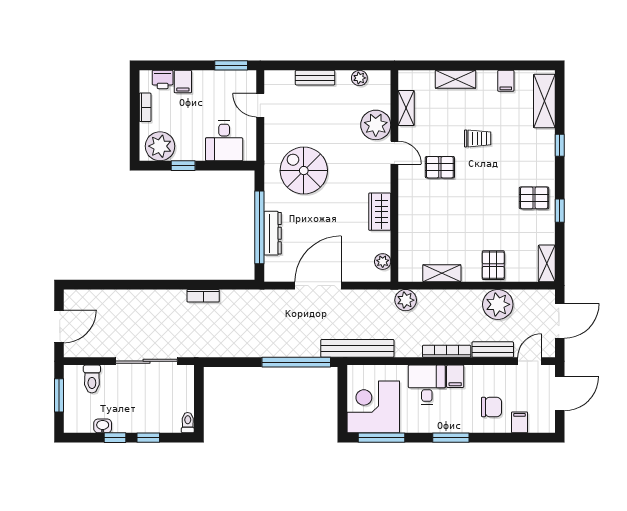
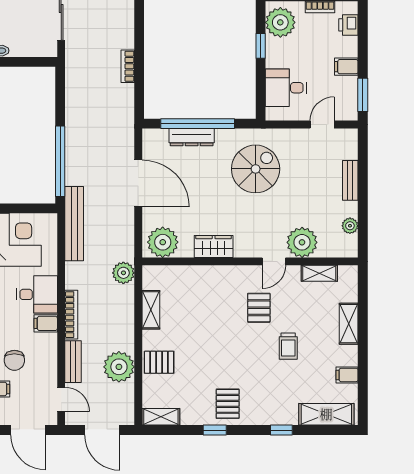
filing cabinet: (183, 82) -> (346, 67), moved
plant: (383, 262) -> (163, 242), width x1.88, depth x1.88

